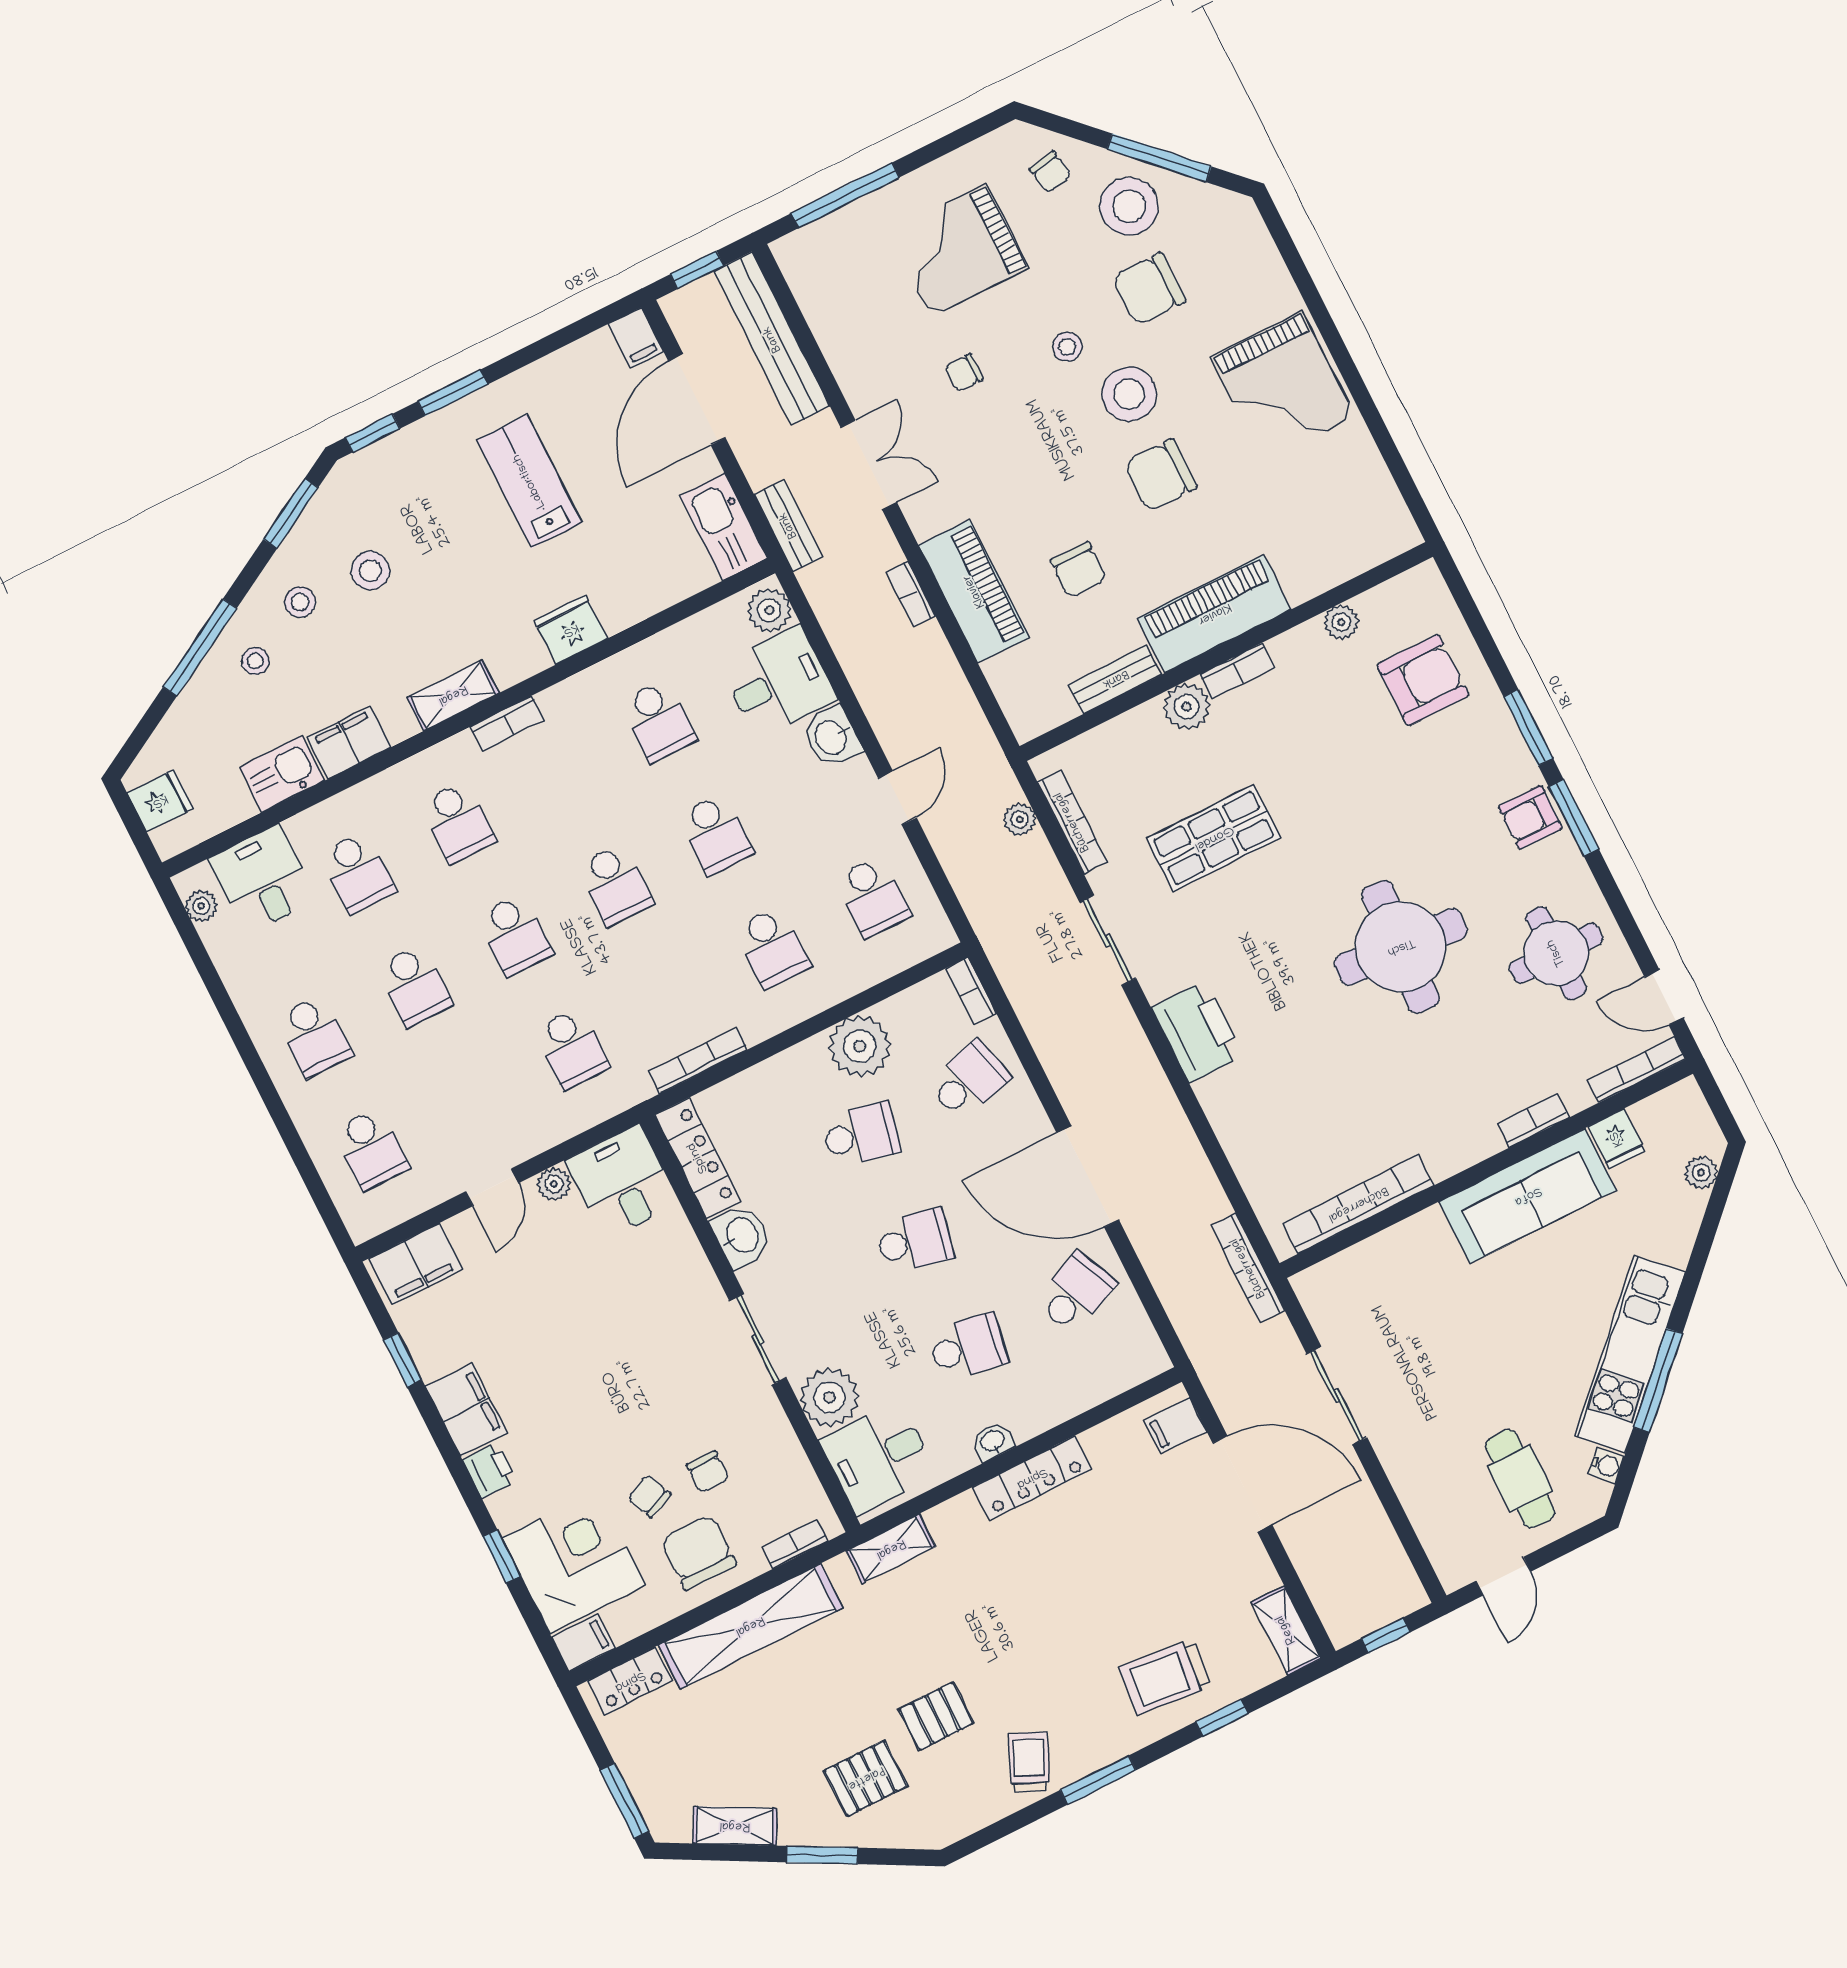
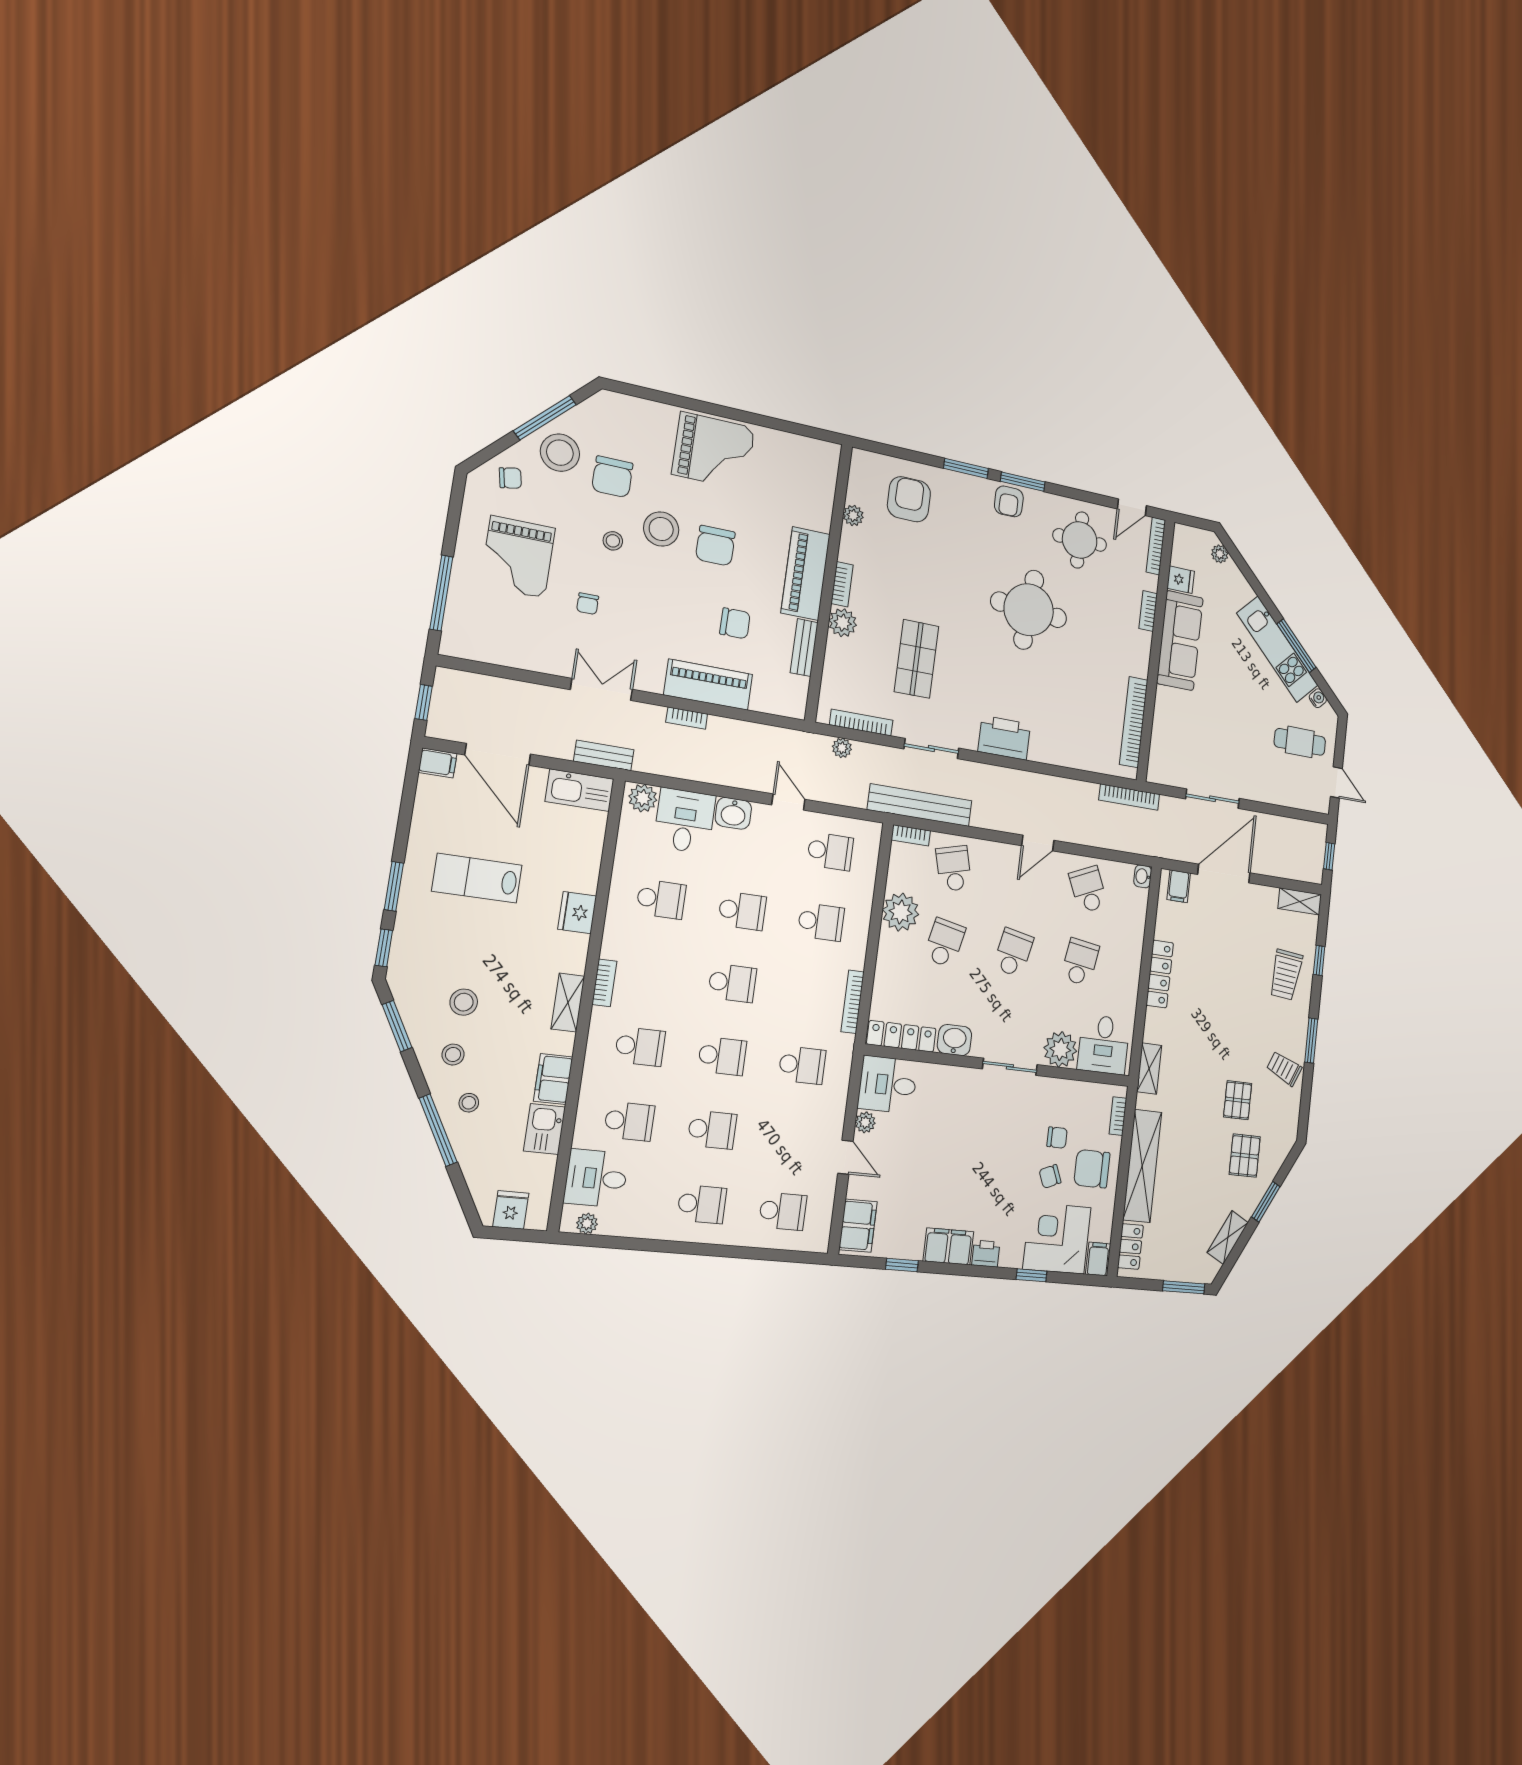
bench: (772, 339) -> (920, 805), moved
door: (1088, 1176) -> (1038, 843), width x0.53
washbasin: (993, 1441) -> (1143, 876), moved

